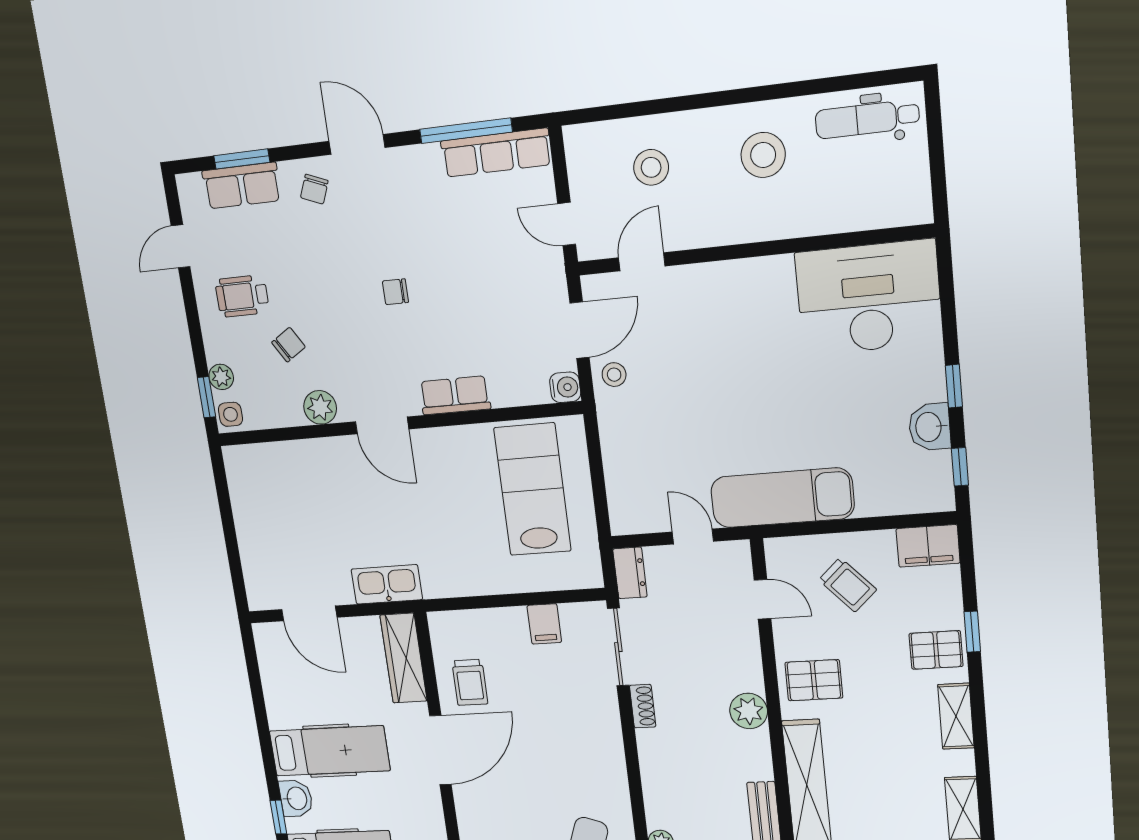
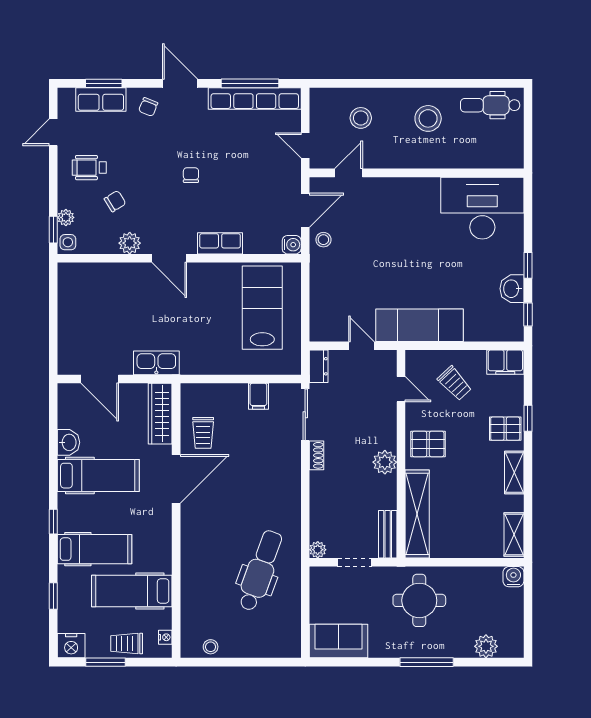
row of seats: (496, 153) -> (255, 98), width x1.36
chair: (395, 292) -> (191, 175), turned 90
washbasin: (296, 798) -> (68, 442), moved

